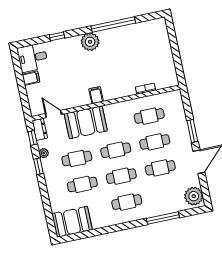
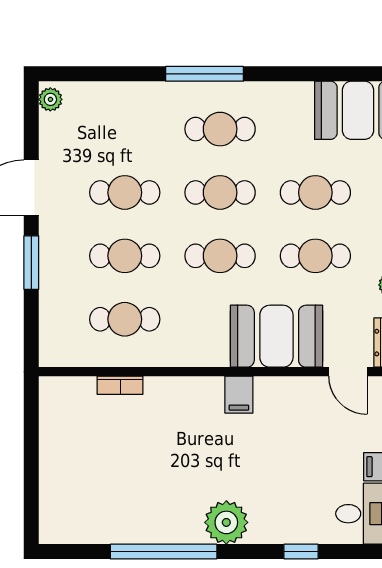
plant: (194, 196) -> (50, 99), width x0.53, depth x0.53
window: (163, 218) -> (204, 74), moved

